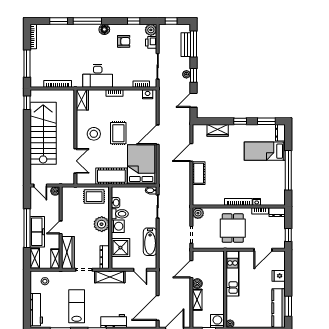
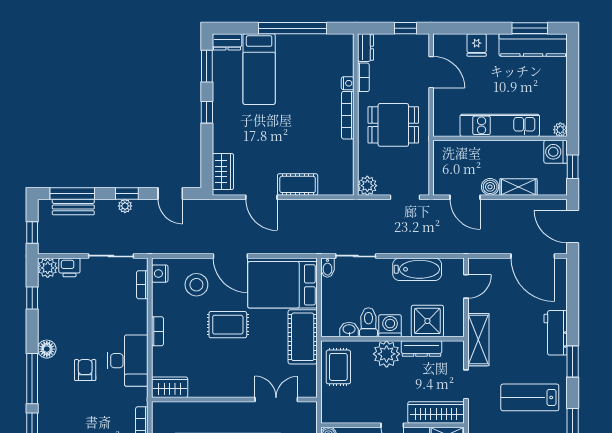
armchair: (124, 41) -> (85, 370), moved
wardrobe: (218, 130) -> (223, 171), moved
stool: (94, 134) -> (196, 285), moved
dresser: (105, 257) -> (421, 348), moved
kitchen unit: (233, 273) -> (500, 125), moved

